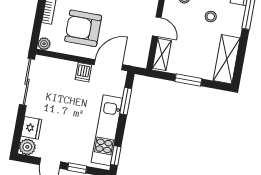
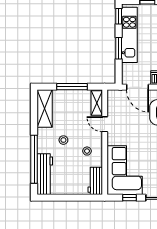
door: (108, 65) -> (138, 87), hinge flipped
window: (188, 80) -> (72, 87), width x1.44
window: (126, 101) -> (119, 48), moved

